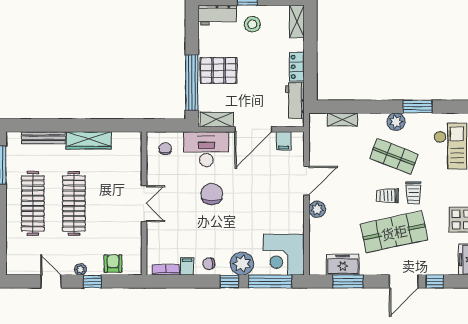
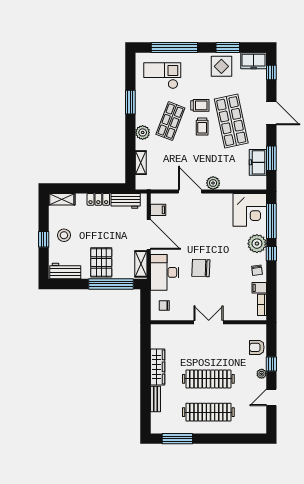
workbench: (217, 15) -> (65, 271), moved, turned -90
plant: (396, 122) -> (143, 132), moved
bench: (43, 138) -> (155, 399), width x0.73
window: (435, 281) -> (271, 73), moved

